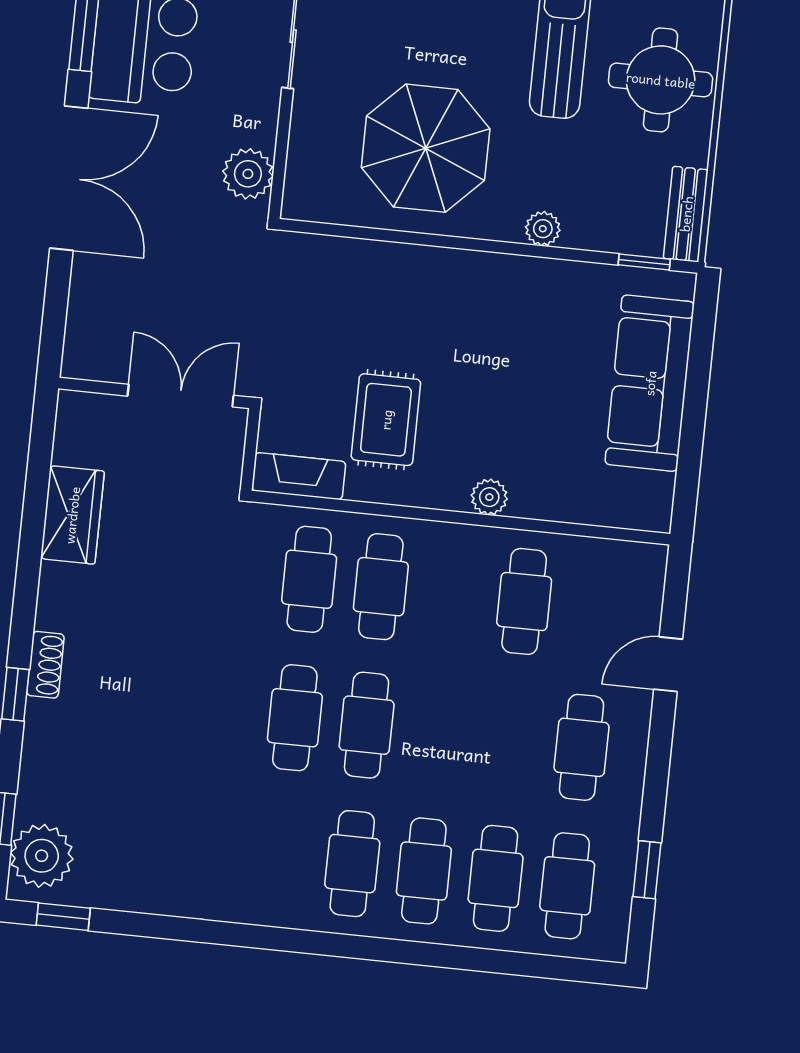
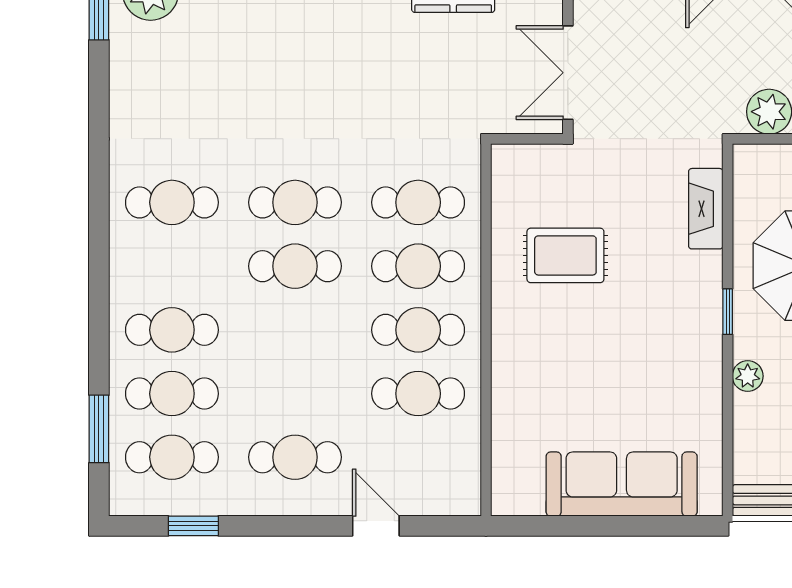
window: (644, 262) -> (728, 312), moved
double door: (181, 396) -> (568, 73), swing flipped
fireplace: (299, 476) -> (706, 209), moved, turned 180
plant: (489, 497) -> (507, 353), removed
cafe table: (453, 594) -> (418, 330), added
cafe table: (352, 864) -> (172, 202), moved
window: (527, 965) -> (99, 429), added

